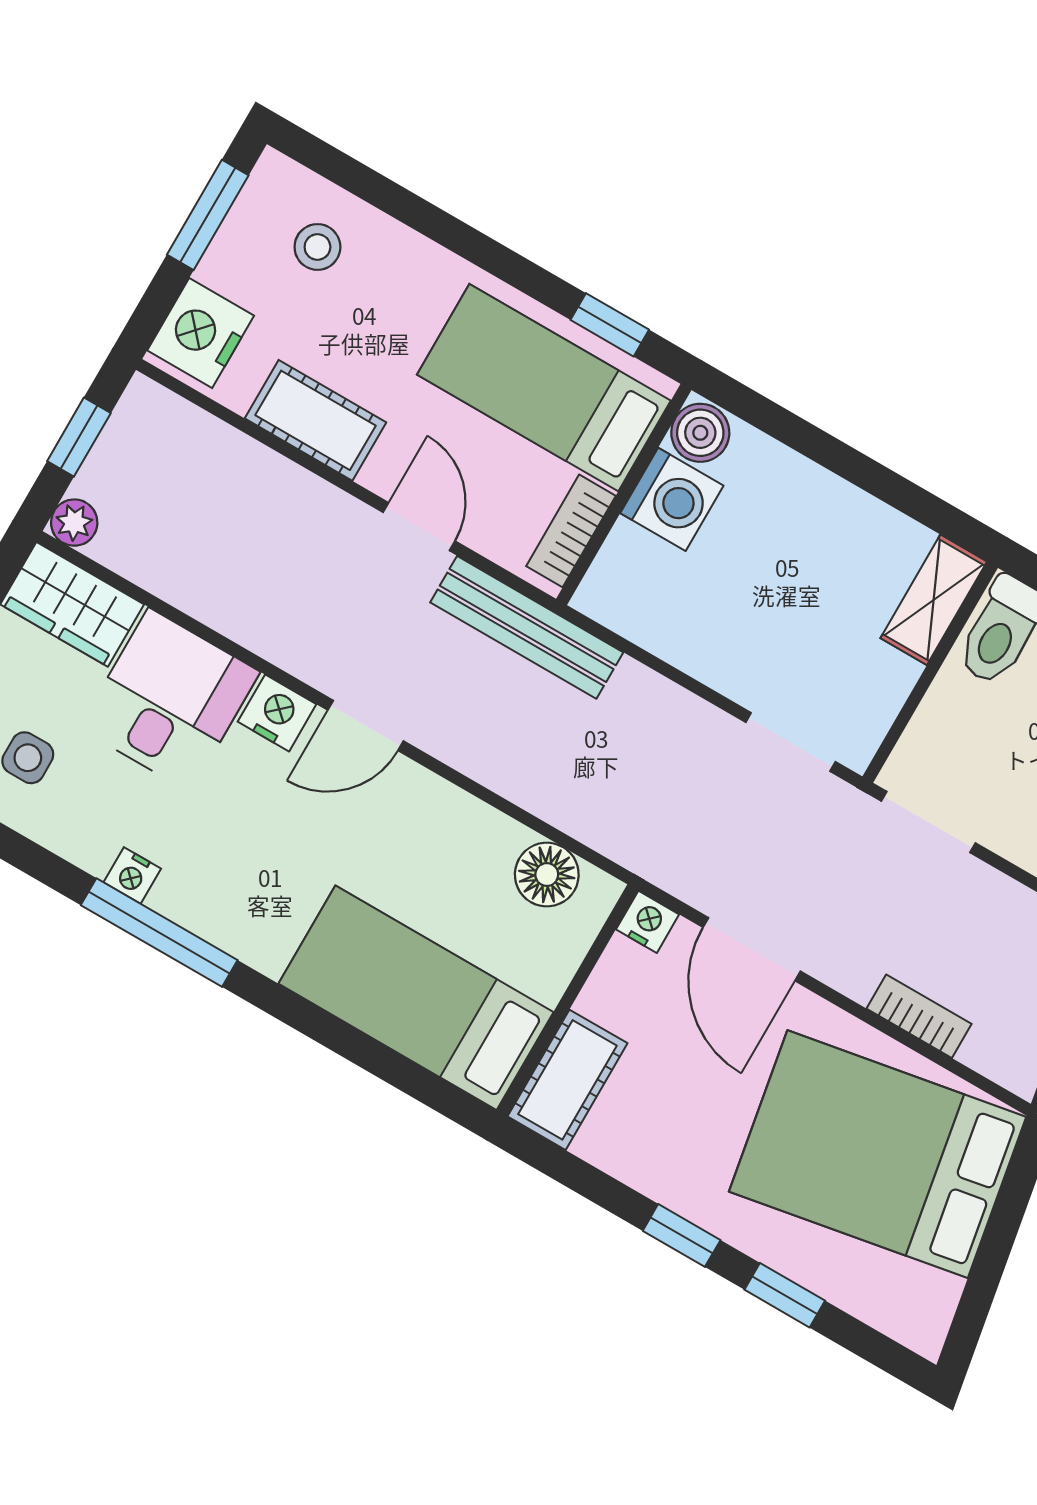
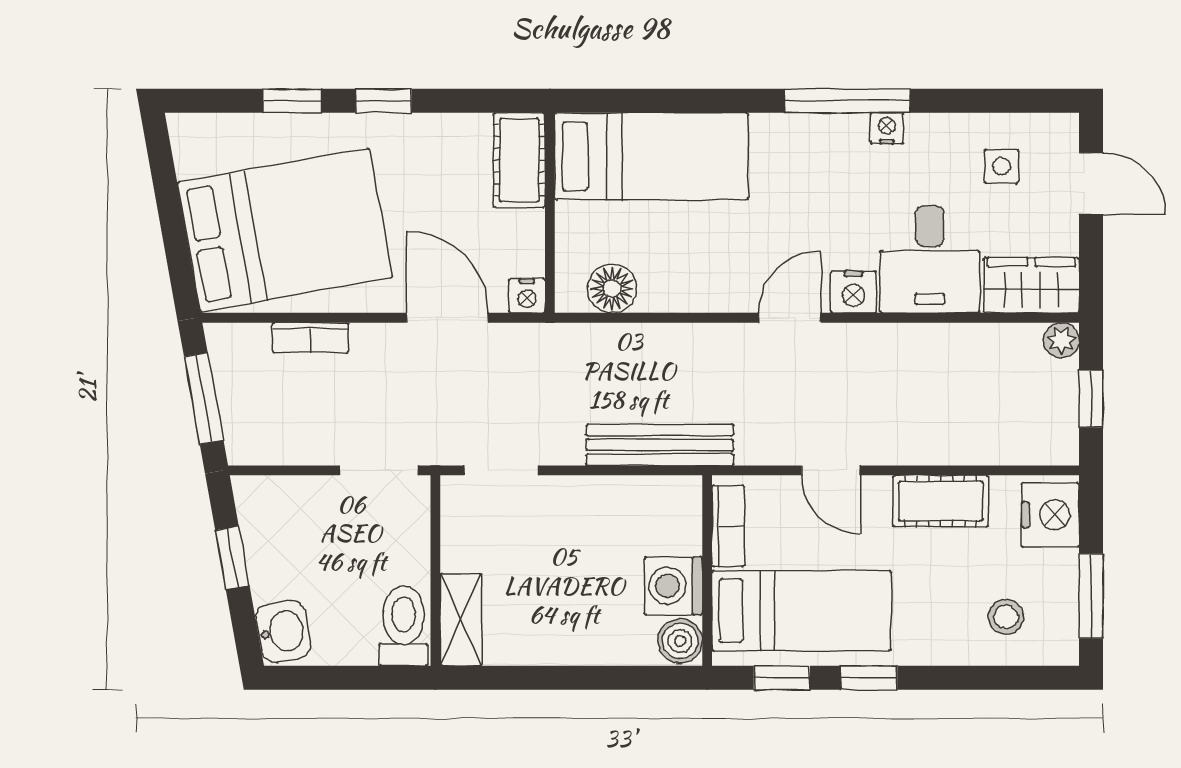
window: (511, 268) -> (869, 678), added
bench: (527, 627) -> (660, 445), moved

